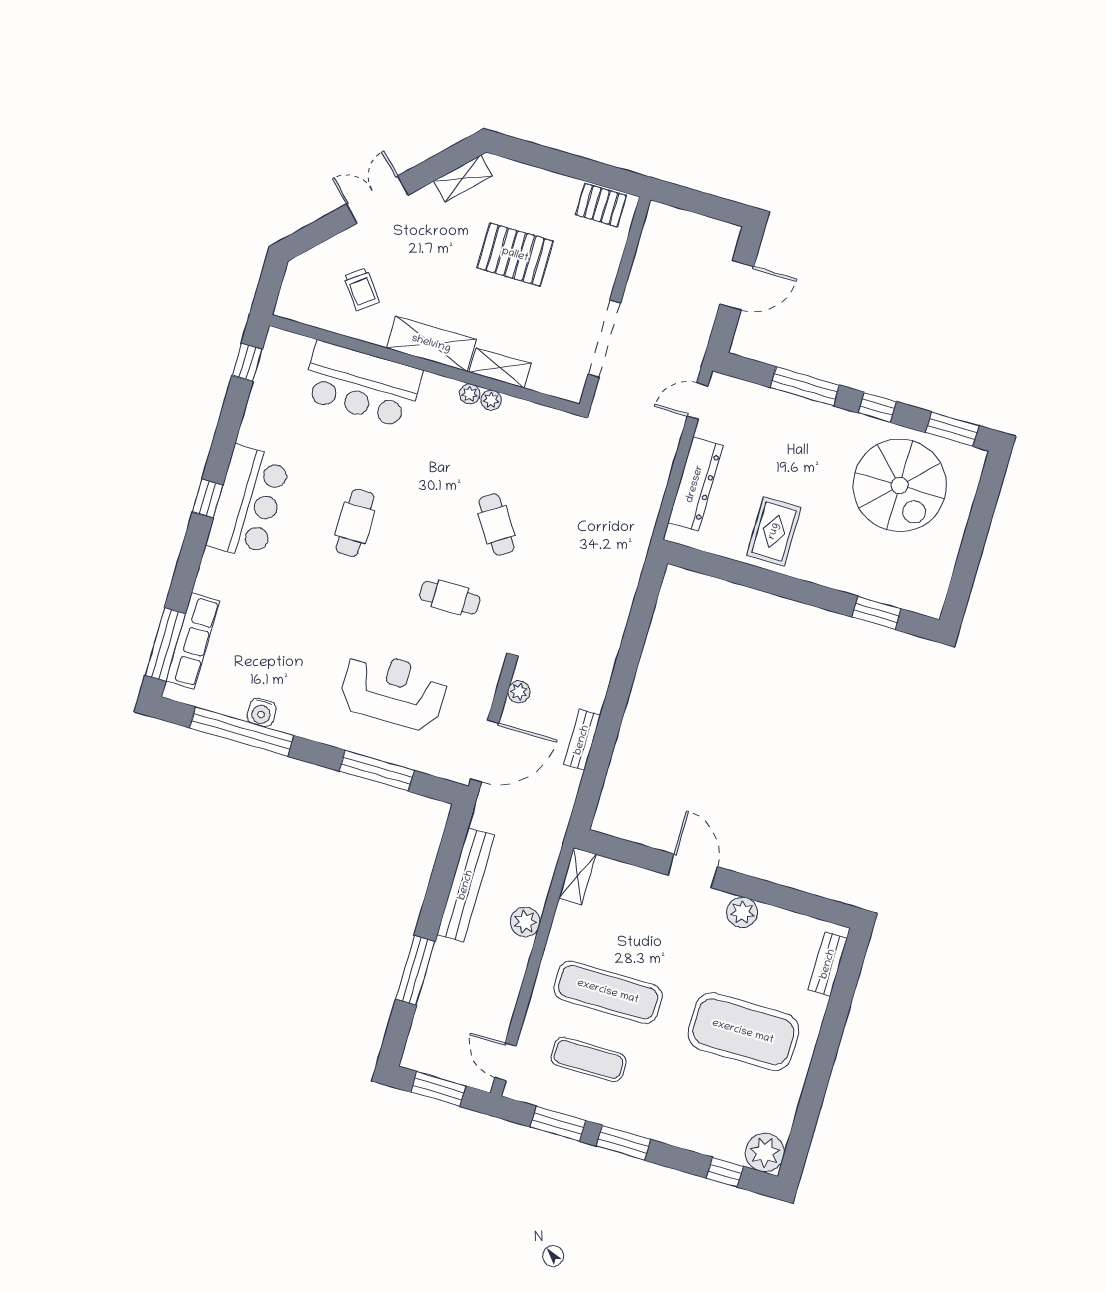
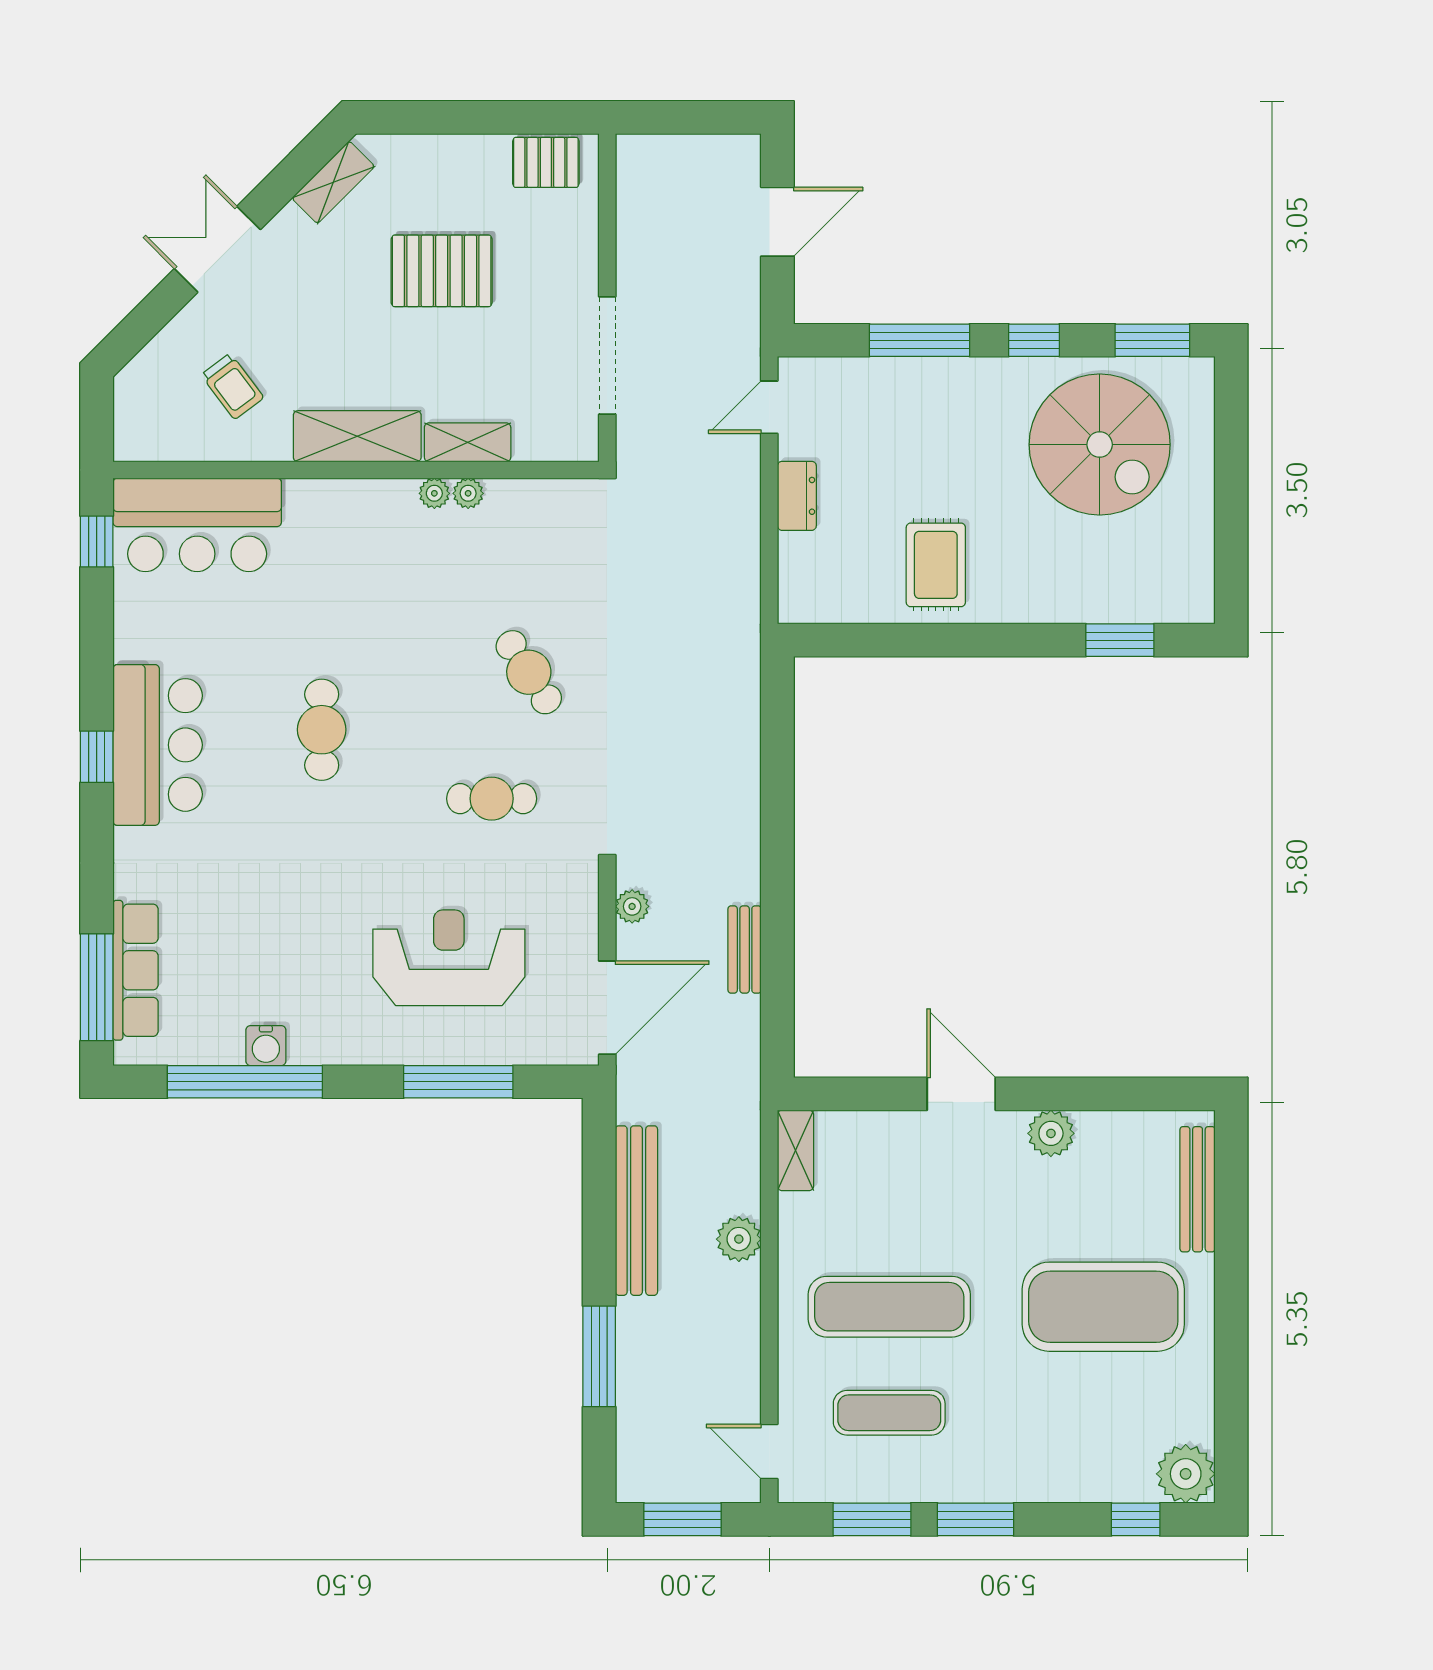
bar counter: (362, 384) -> (197, 525), moved
dresser: (695, 484) -> (797, 496), width x0.51, depth x0.80
bench: (828, 964) -> (1198, 1189), width x1.36

